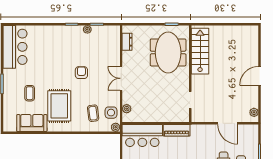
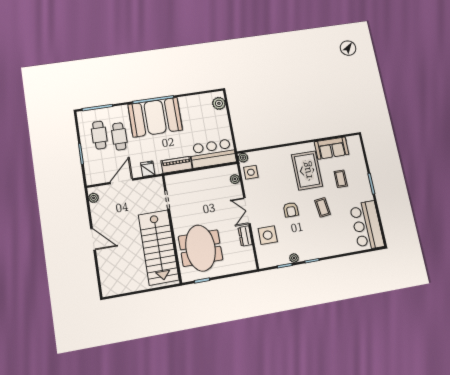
dresser: (127, 42) -> (245, 236), moved
stairs: (200, 51) -> (159, 247), width x1.36, depth x1.51
side table: (107, 54) -> (268, 235), added
door: (259, 76) -> (93, 239), hinge flipped
double door: (121, 78) -> (247, 211), swing flipped
coffee table: (93, 113) -> (323, 207), moved
door: (228, 123) -> (122, 181), hinge flipped
fridge: (203, 131) -> (148, 169), added

